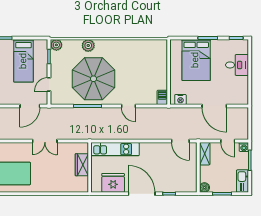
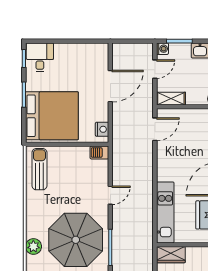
sun lounger: (149, 50) -> (39, 169), added
bed: (196, 60) -> (52, 116), width x1.36
desk: (237, 65) -> (40, 57), moved
wardrobe: (82, 165) -> (171, 255), moved

